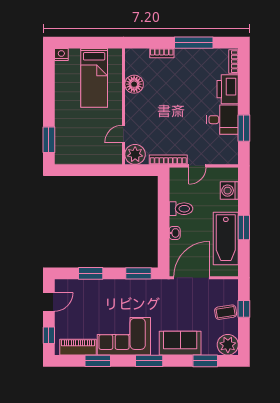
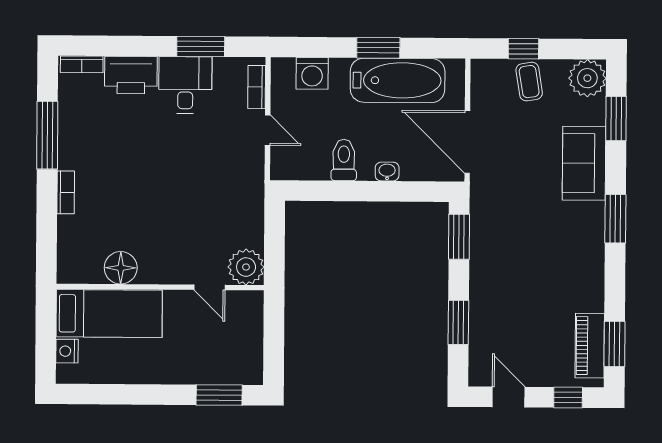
nightstand: (61, 54) -> (67, 351), moved
floor lamp: (134, 84) -> (121, 268), moved
wall: (123, 106) -> (160, 287), moved
door: (123, 134) -> (210, 287), moved
plant: (135, 154) -> (246, 267), moved
bookcase: (168, 160) -> (257, 87), moved, width x0.64
corner sofa: (124, 336) -> (571, 264), removed
window: (98, 361) -> (614, 344), moved

